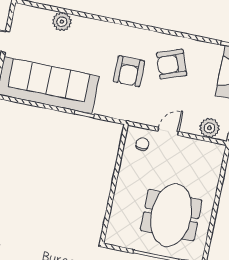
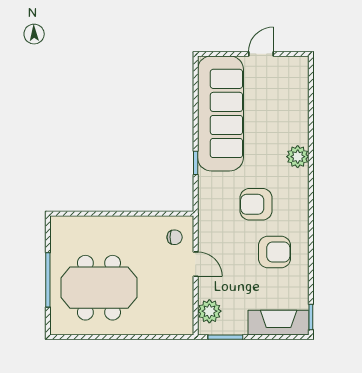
plant: (62, 22) -> (298, 157), moved
armchair: (172, 64) -> (274, 252), turned 110

